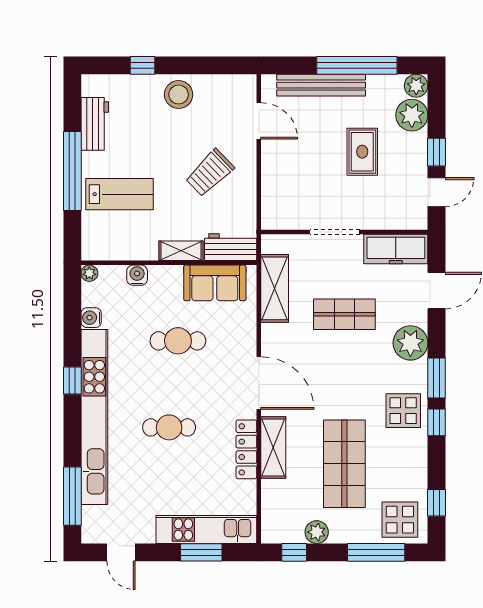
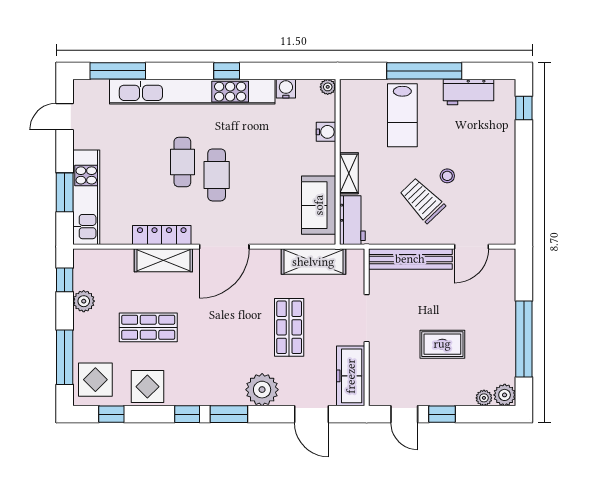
window: (143, 65) -> (524, 108), moved
bench: (321, 85) -> (410, 259), moved, turned 90
stool: (179, 94) -> (447, 176), moved, width x0.53, depth x0.53
plant: (412, 115) -> (484, 398), width x0.53, depth x0.53
cafe table: (178, 341) -> (217, 175), moved
display table: (403, 411) -> (147, 387), moved
shop shelf: (344, 464) -> (148, 327), width x0.70, depth x0.74

